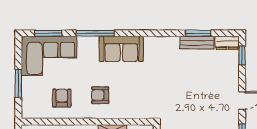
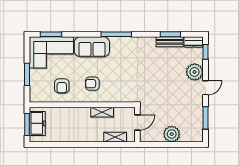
window: (95, 33) -> (116, 34), moved
sofa: (121, 49) -> (92, 47), moved
plant: (228, 81) -> (195, 72), added
armchair: (62, 98) -> (62, 86), turned 180

